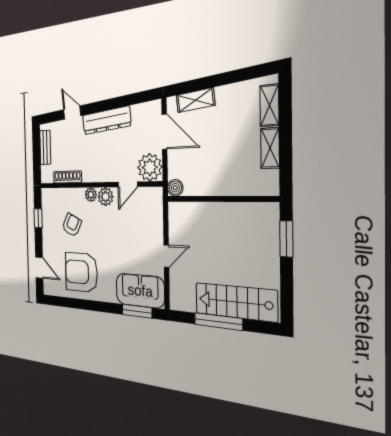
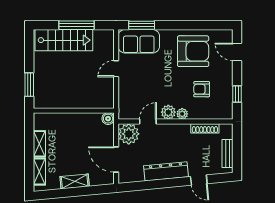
shelving: (195, 100) -> (75, 181), moved
armchair: (72, 225) -> (202, 89), turned 64

